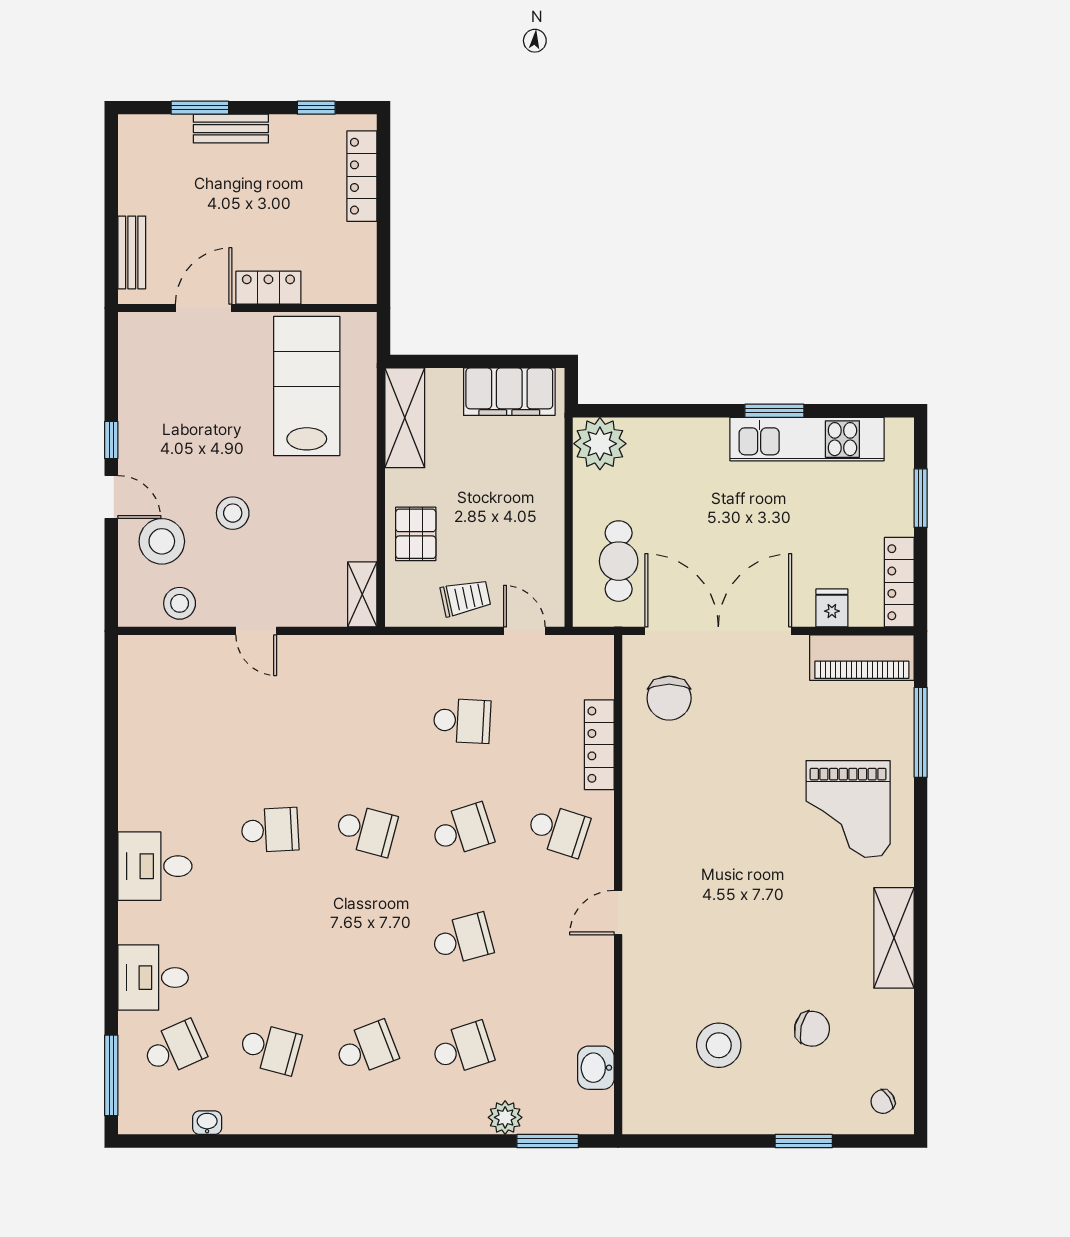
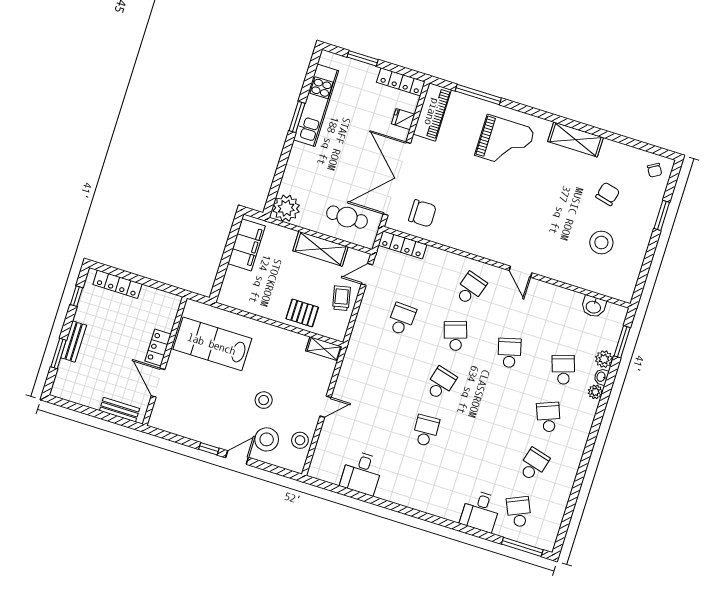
shelving: (405, 418) -> (321, 249), moved
locker: (599, 745) -> (403, 245), moved
desk: (155, 866) -> (362, 473), moved
plant: (440, 1120) -> (595, 392), added
washbasin: (207, 1123) -> (601, 377), moved

